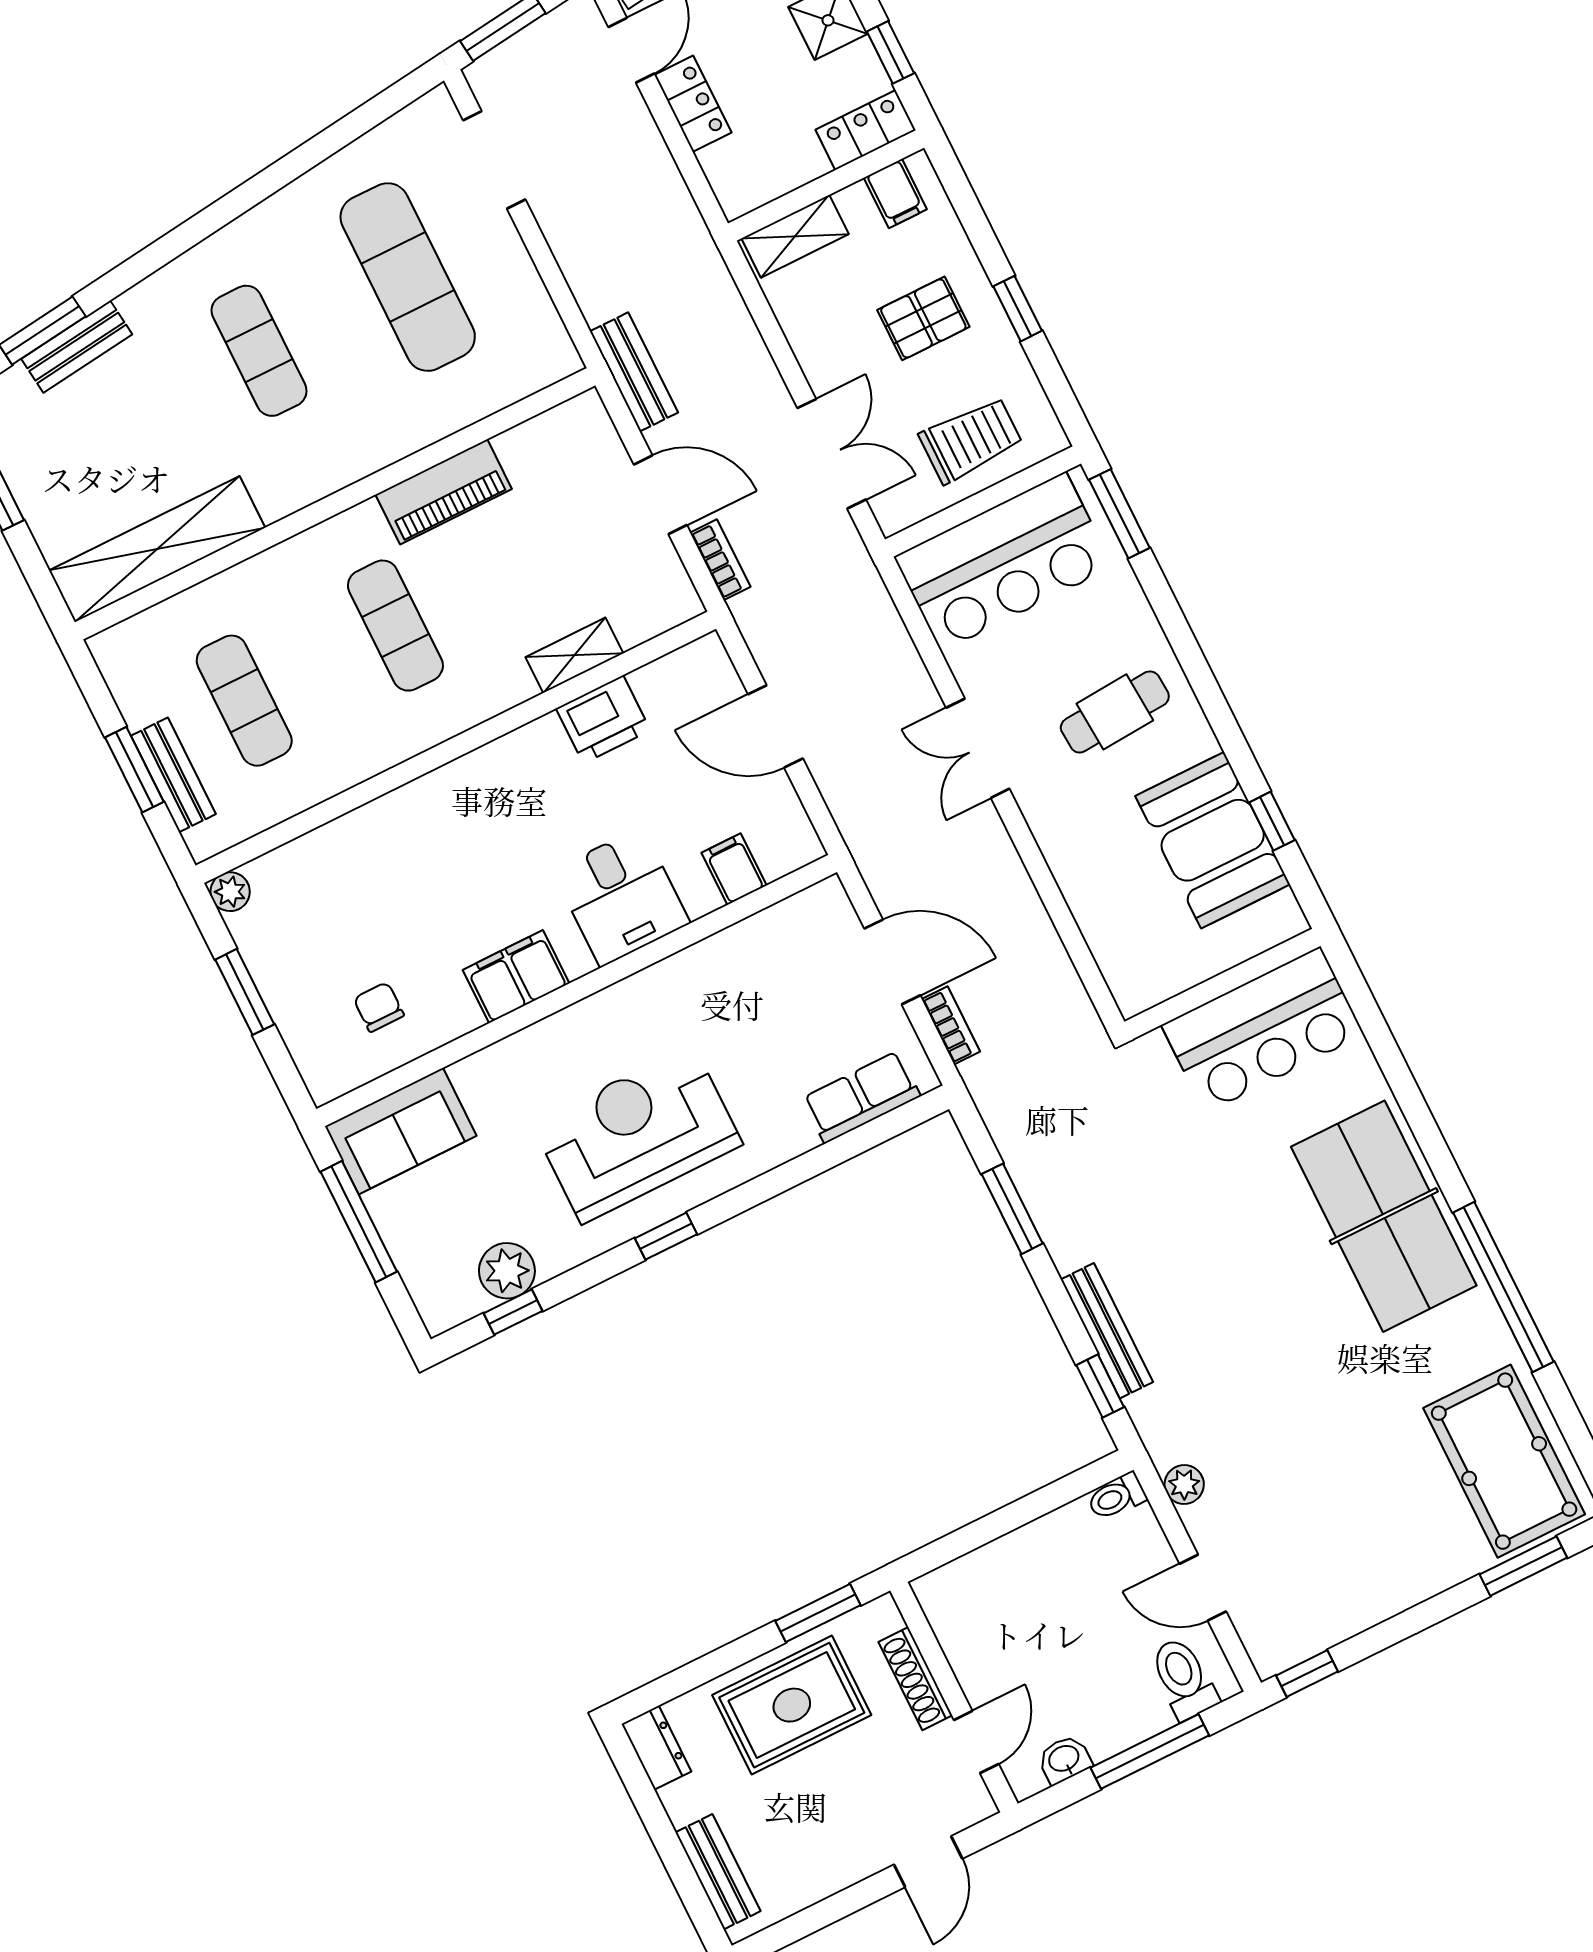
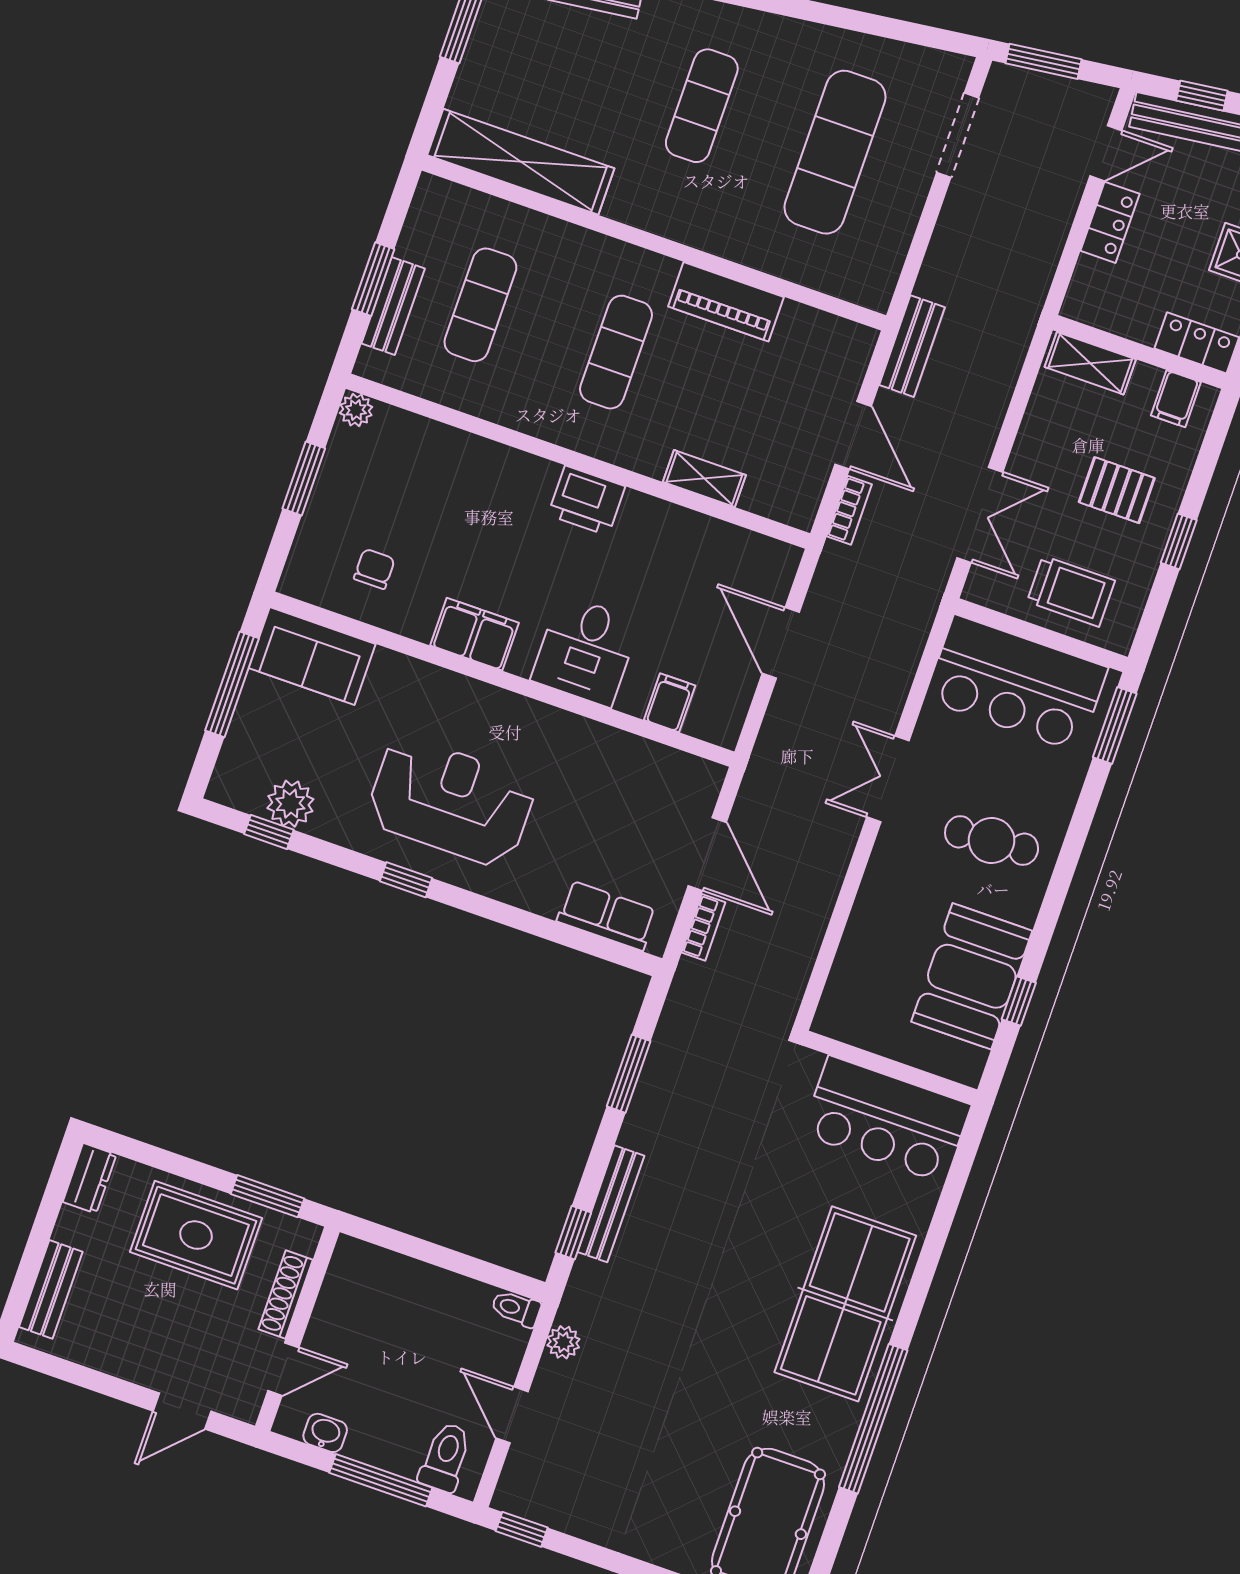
printer: (603, 719) -> (587, 501), moved

